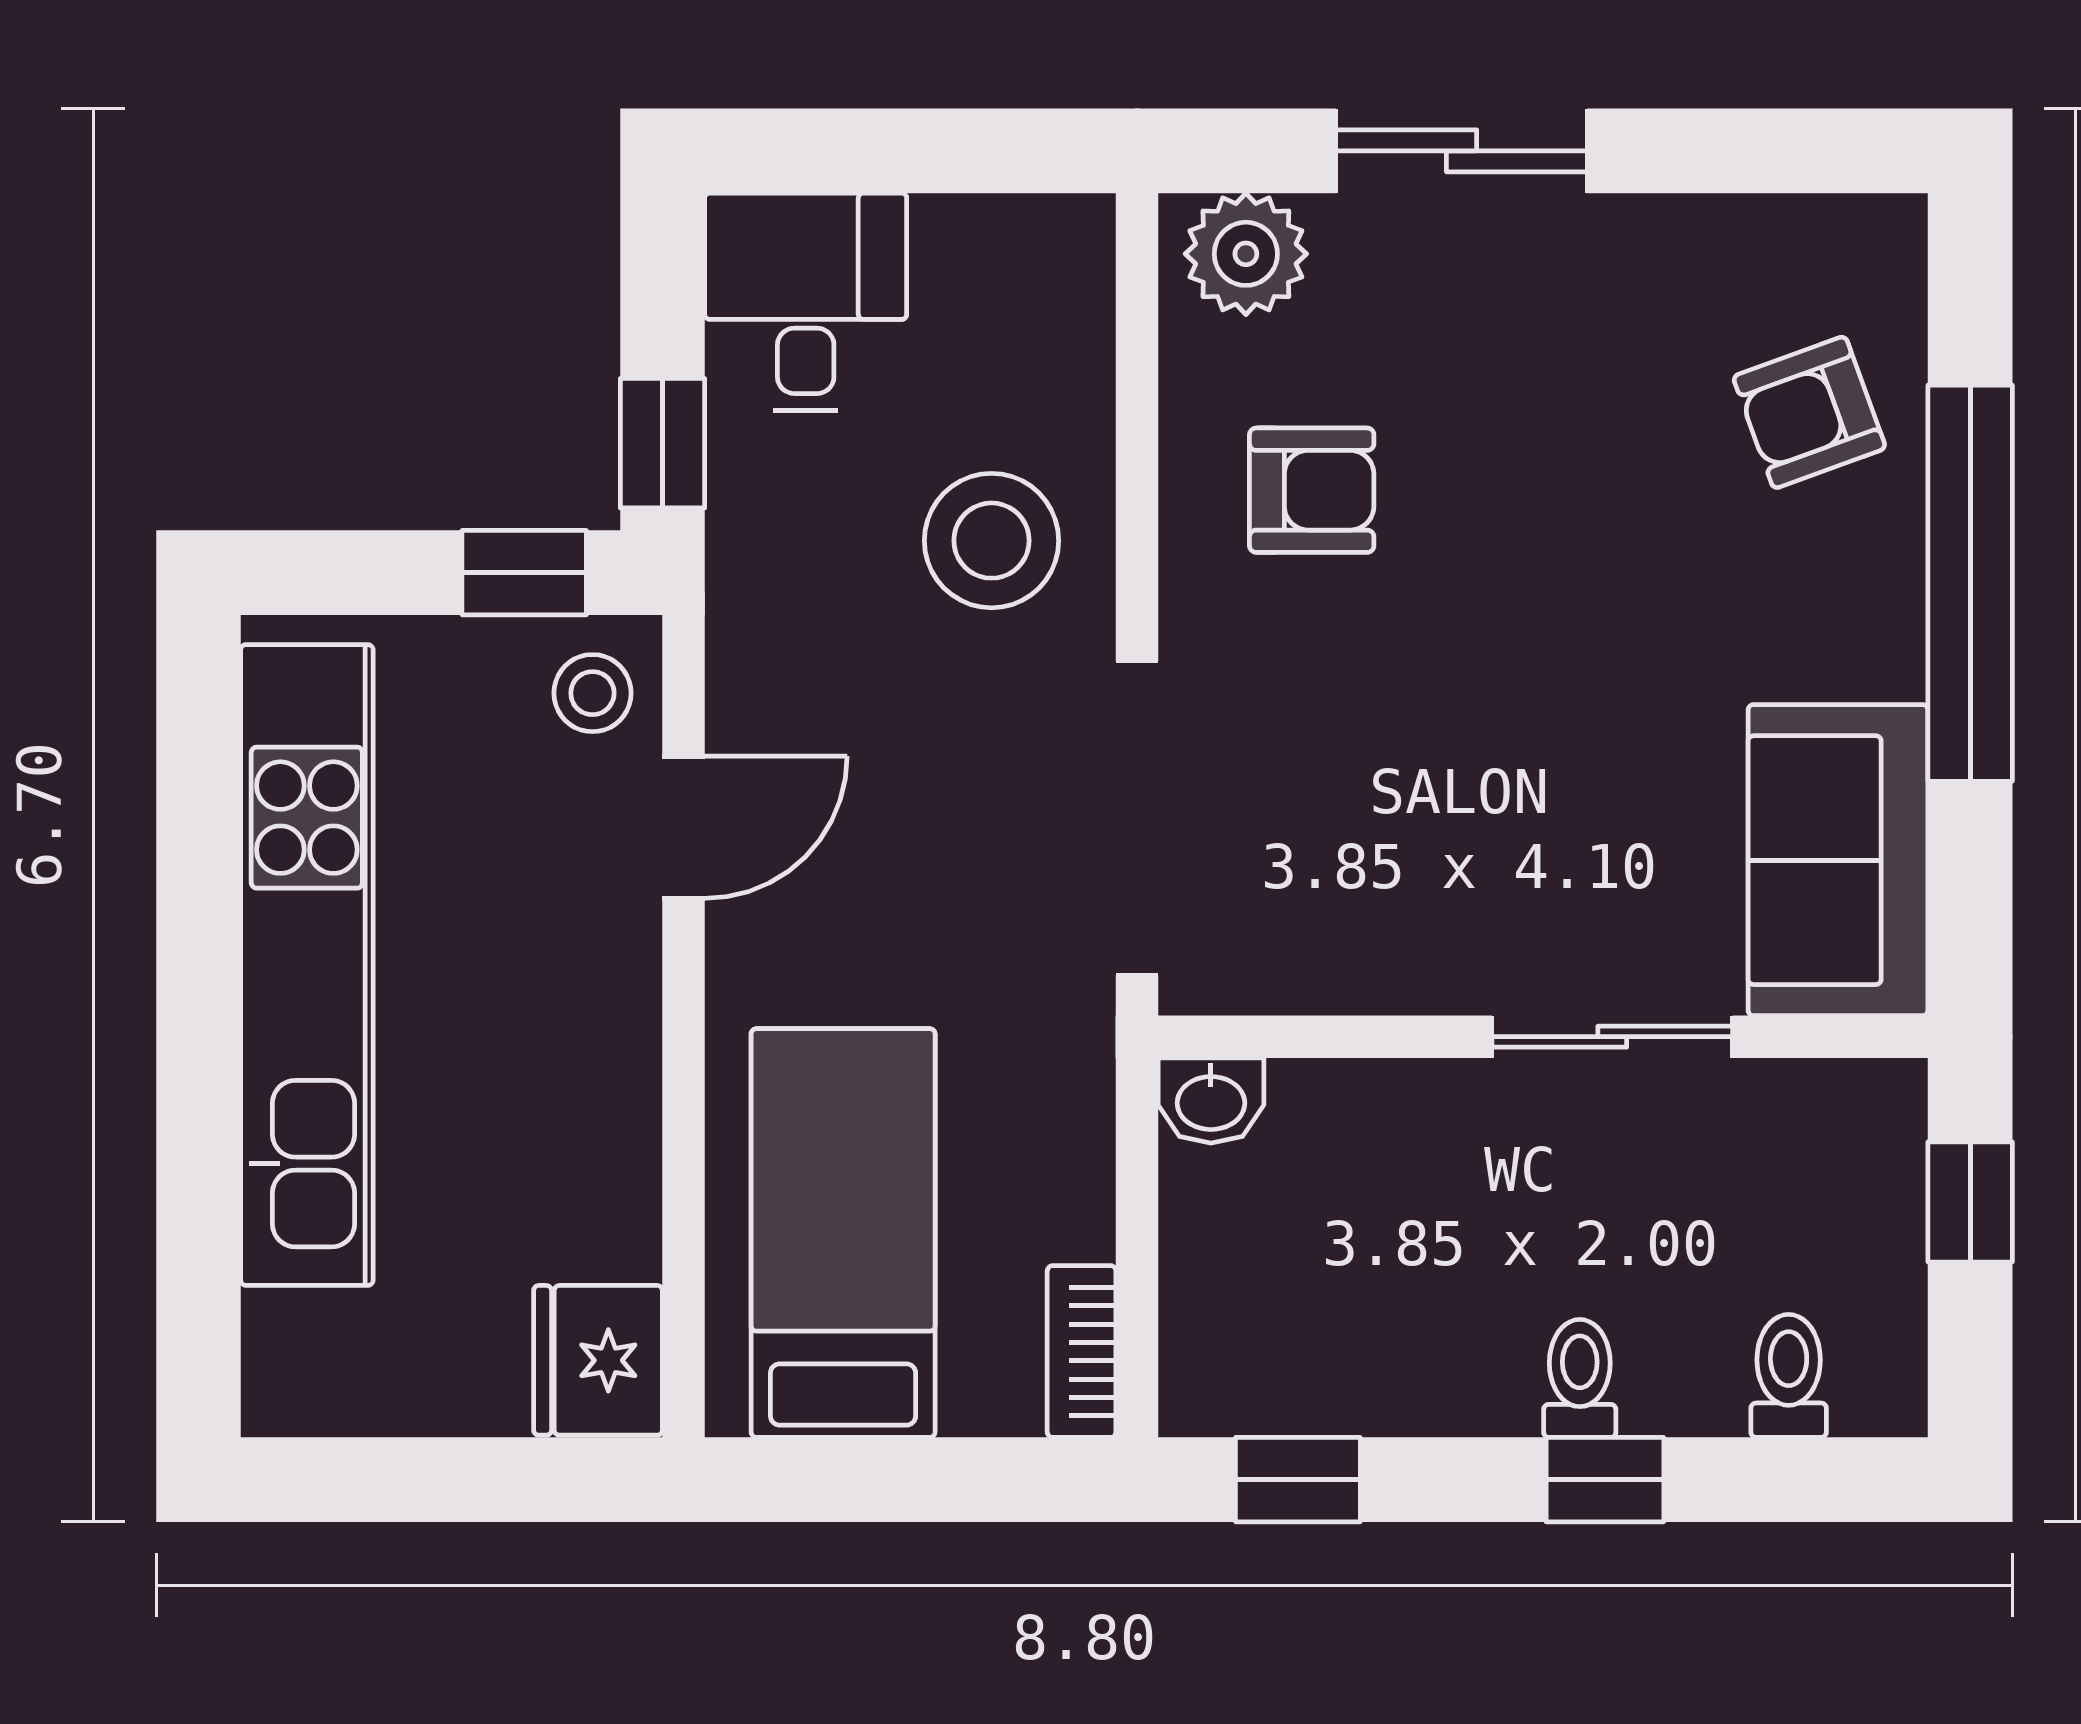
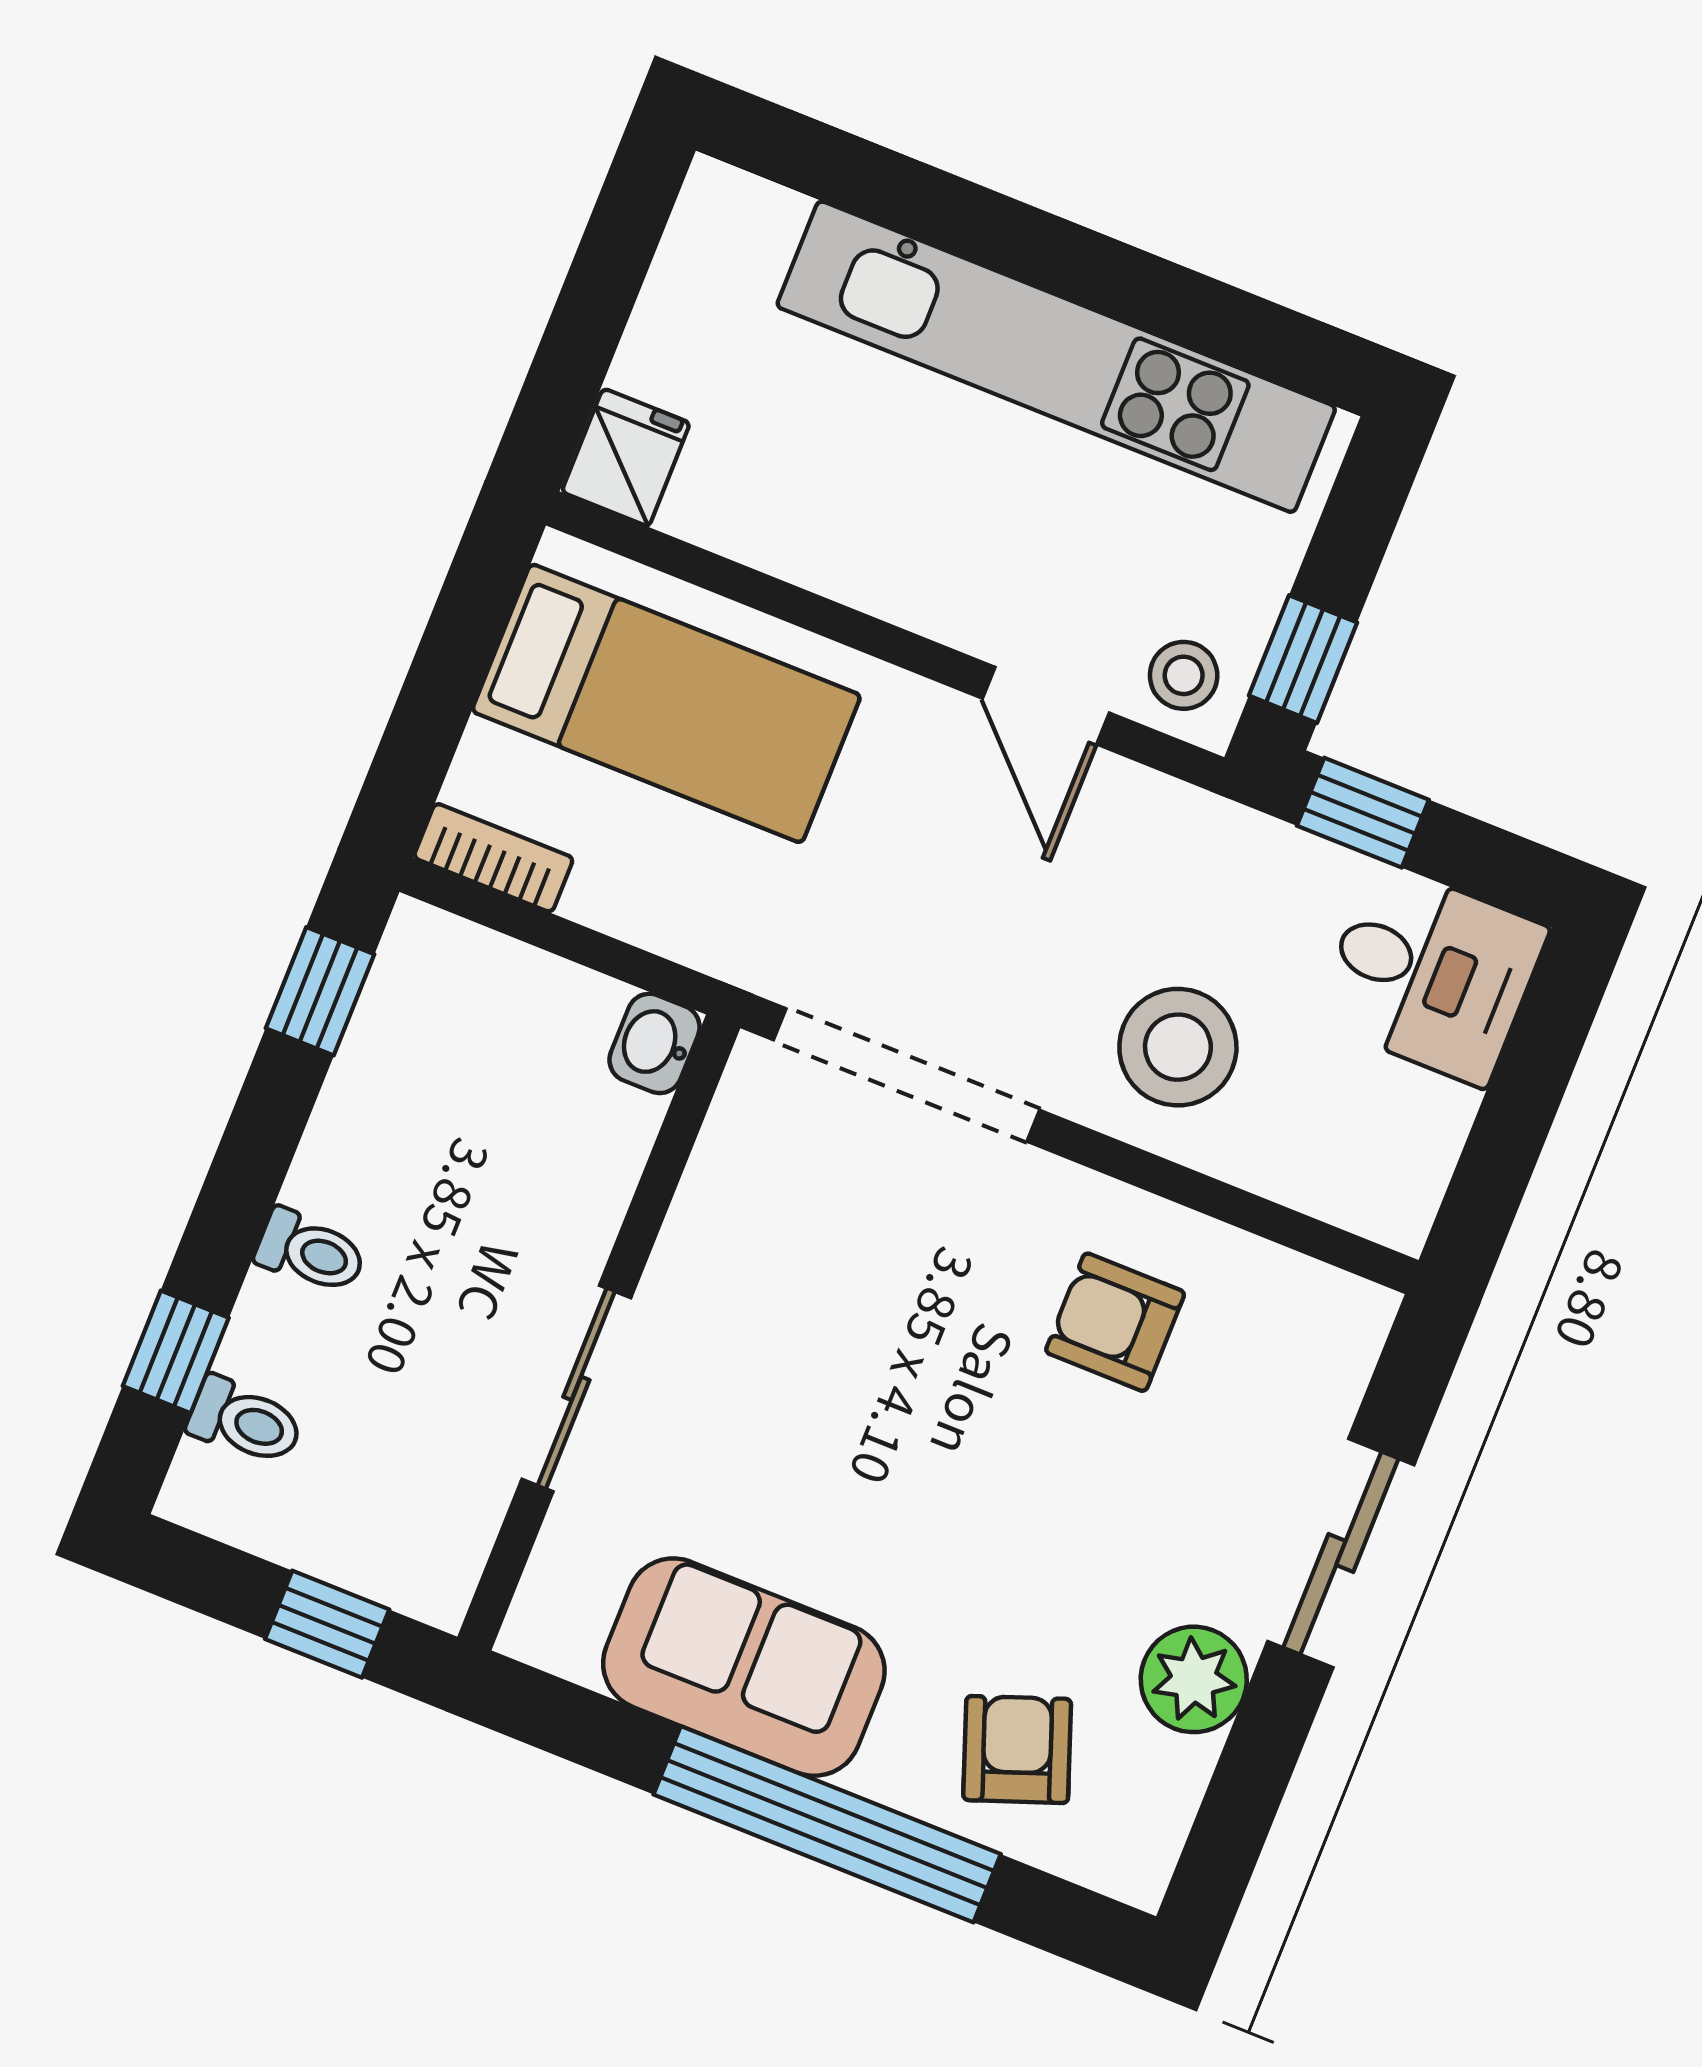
plant: (1246, 254) -> (1194, 1679), moved
armchair: (1312, 490) -> (1115, 1322), turned 90
sofa: (1838, 860) -> (744, 1667), moved
fridge: (598, 1360) -> (626, 457), width x0.72
window: (1605, 1480) -> (176, 1352), moved

